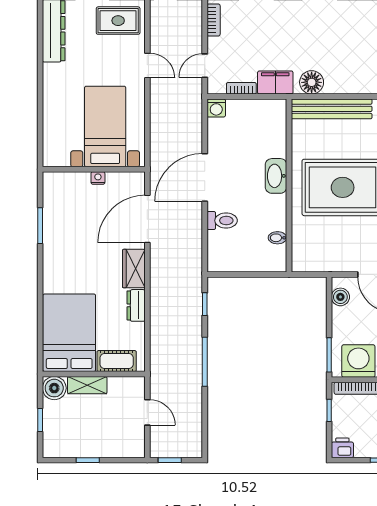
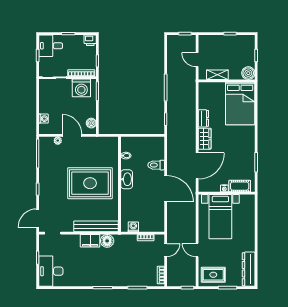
filing cabinet: (275, 82) -> (90, 241), moved
washing machine: (216, 108) -> (133, 227), moved
washbasin: (276, 176) -> (127, 179), moved
door: (205, 177) -> (166, 189), hinge flipped
cot: (117, 361) -> (240, 186), moved
shelving: (87, 385) -> (217, 75), moved

